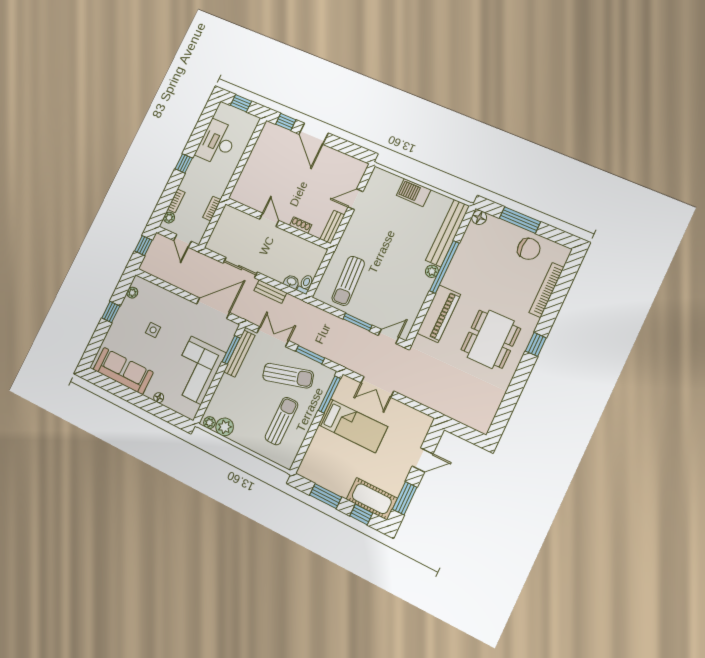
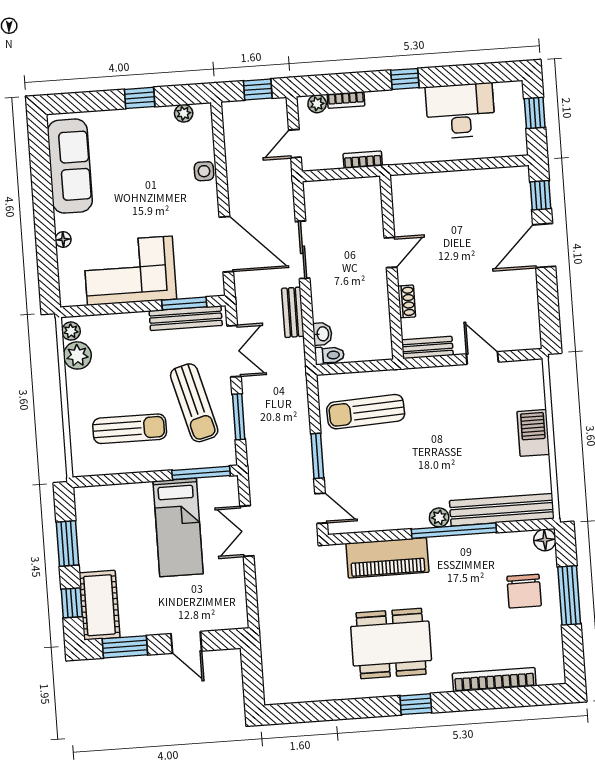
chair: (529, 249) -> (524, 591), moved
side table: (153, 330) -> (204, 171), moved

